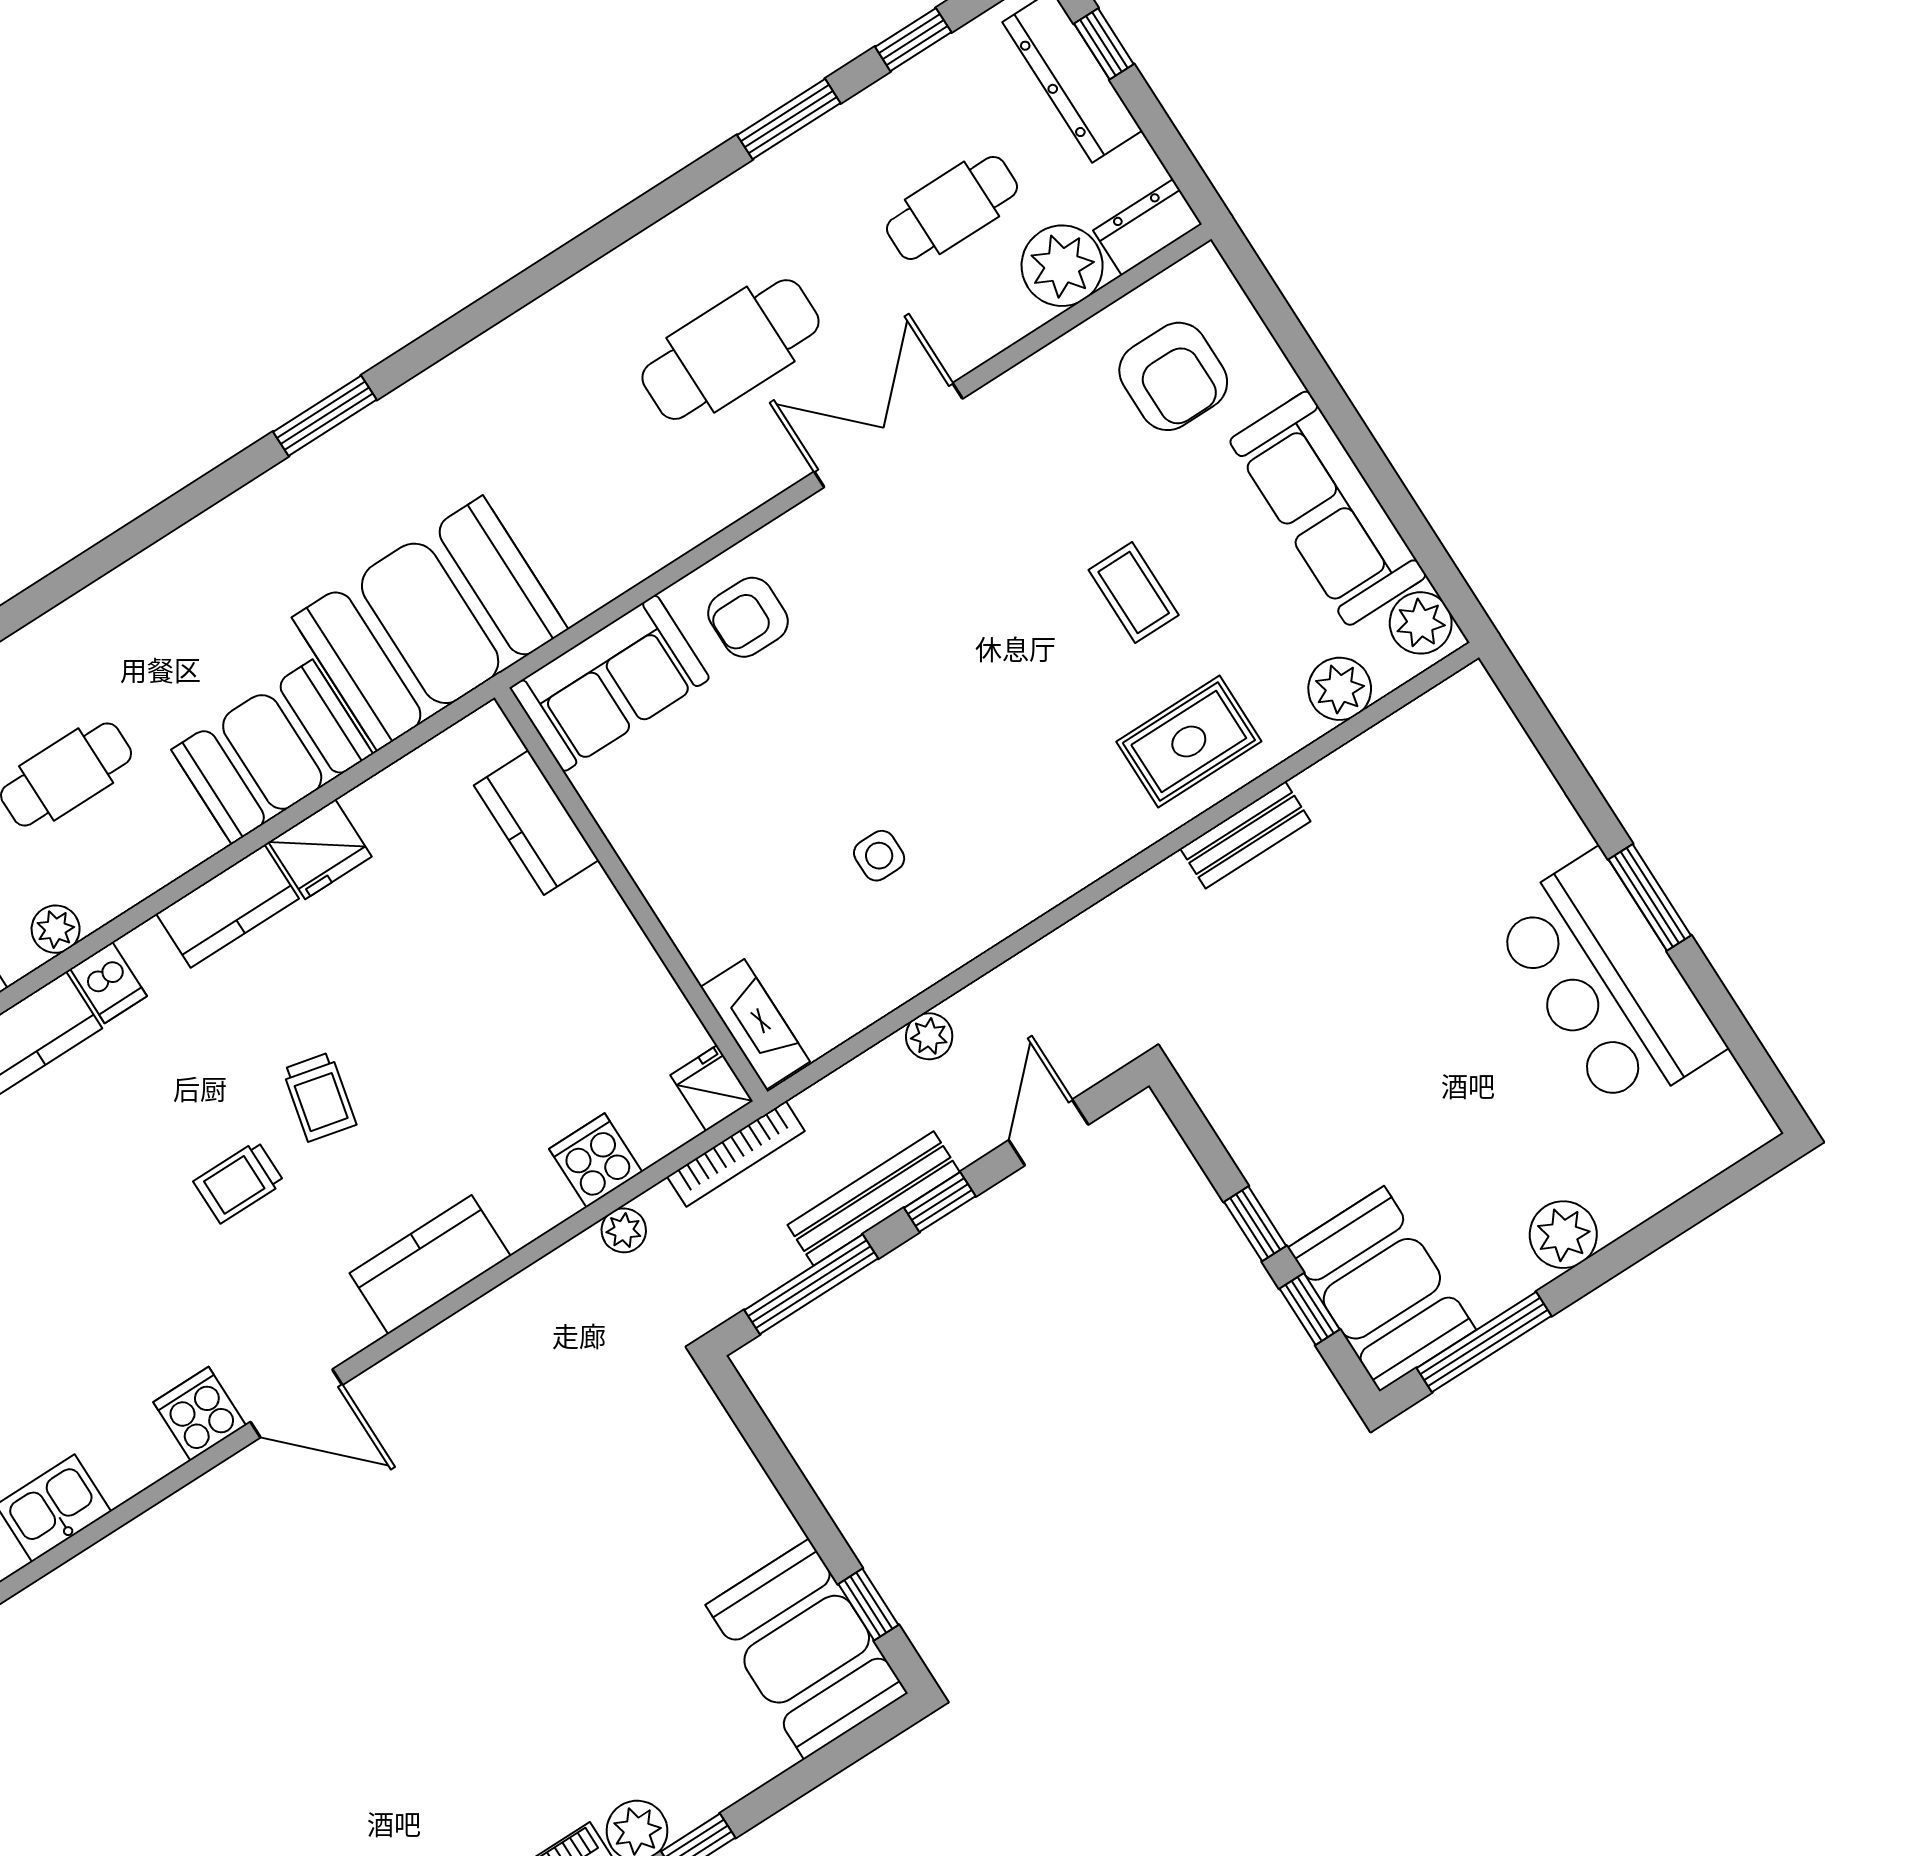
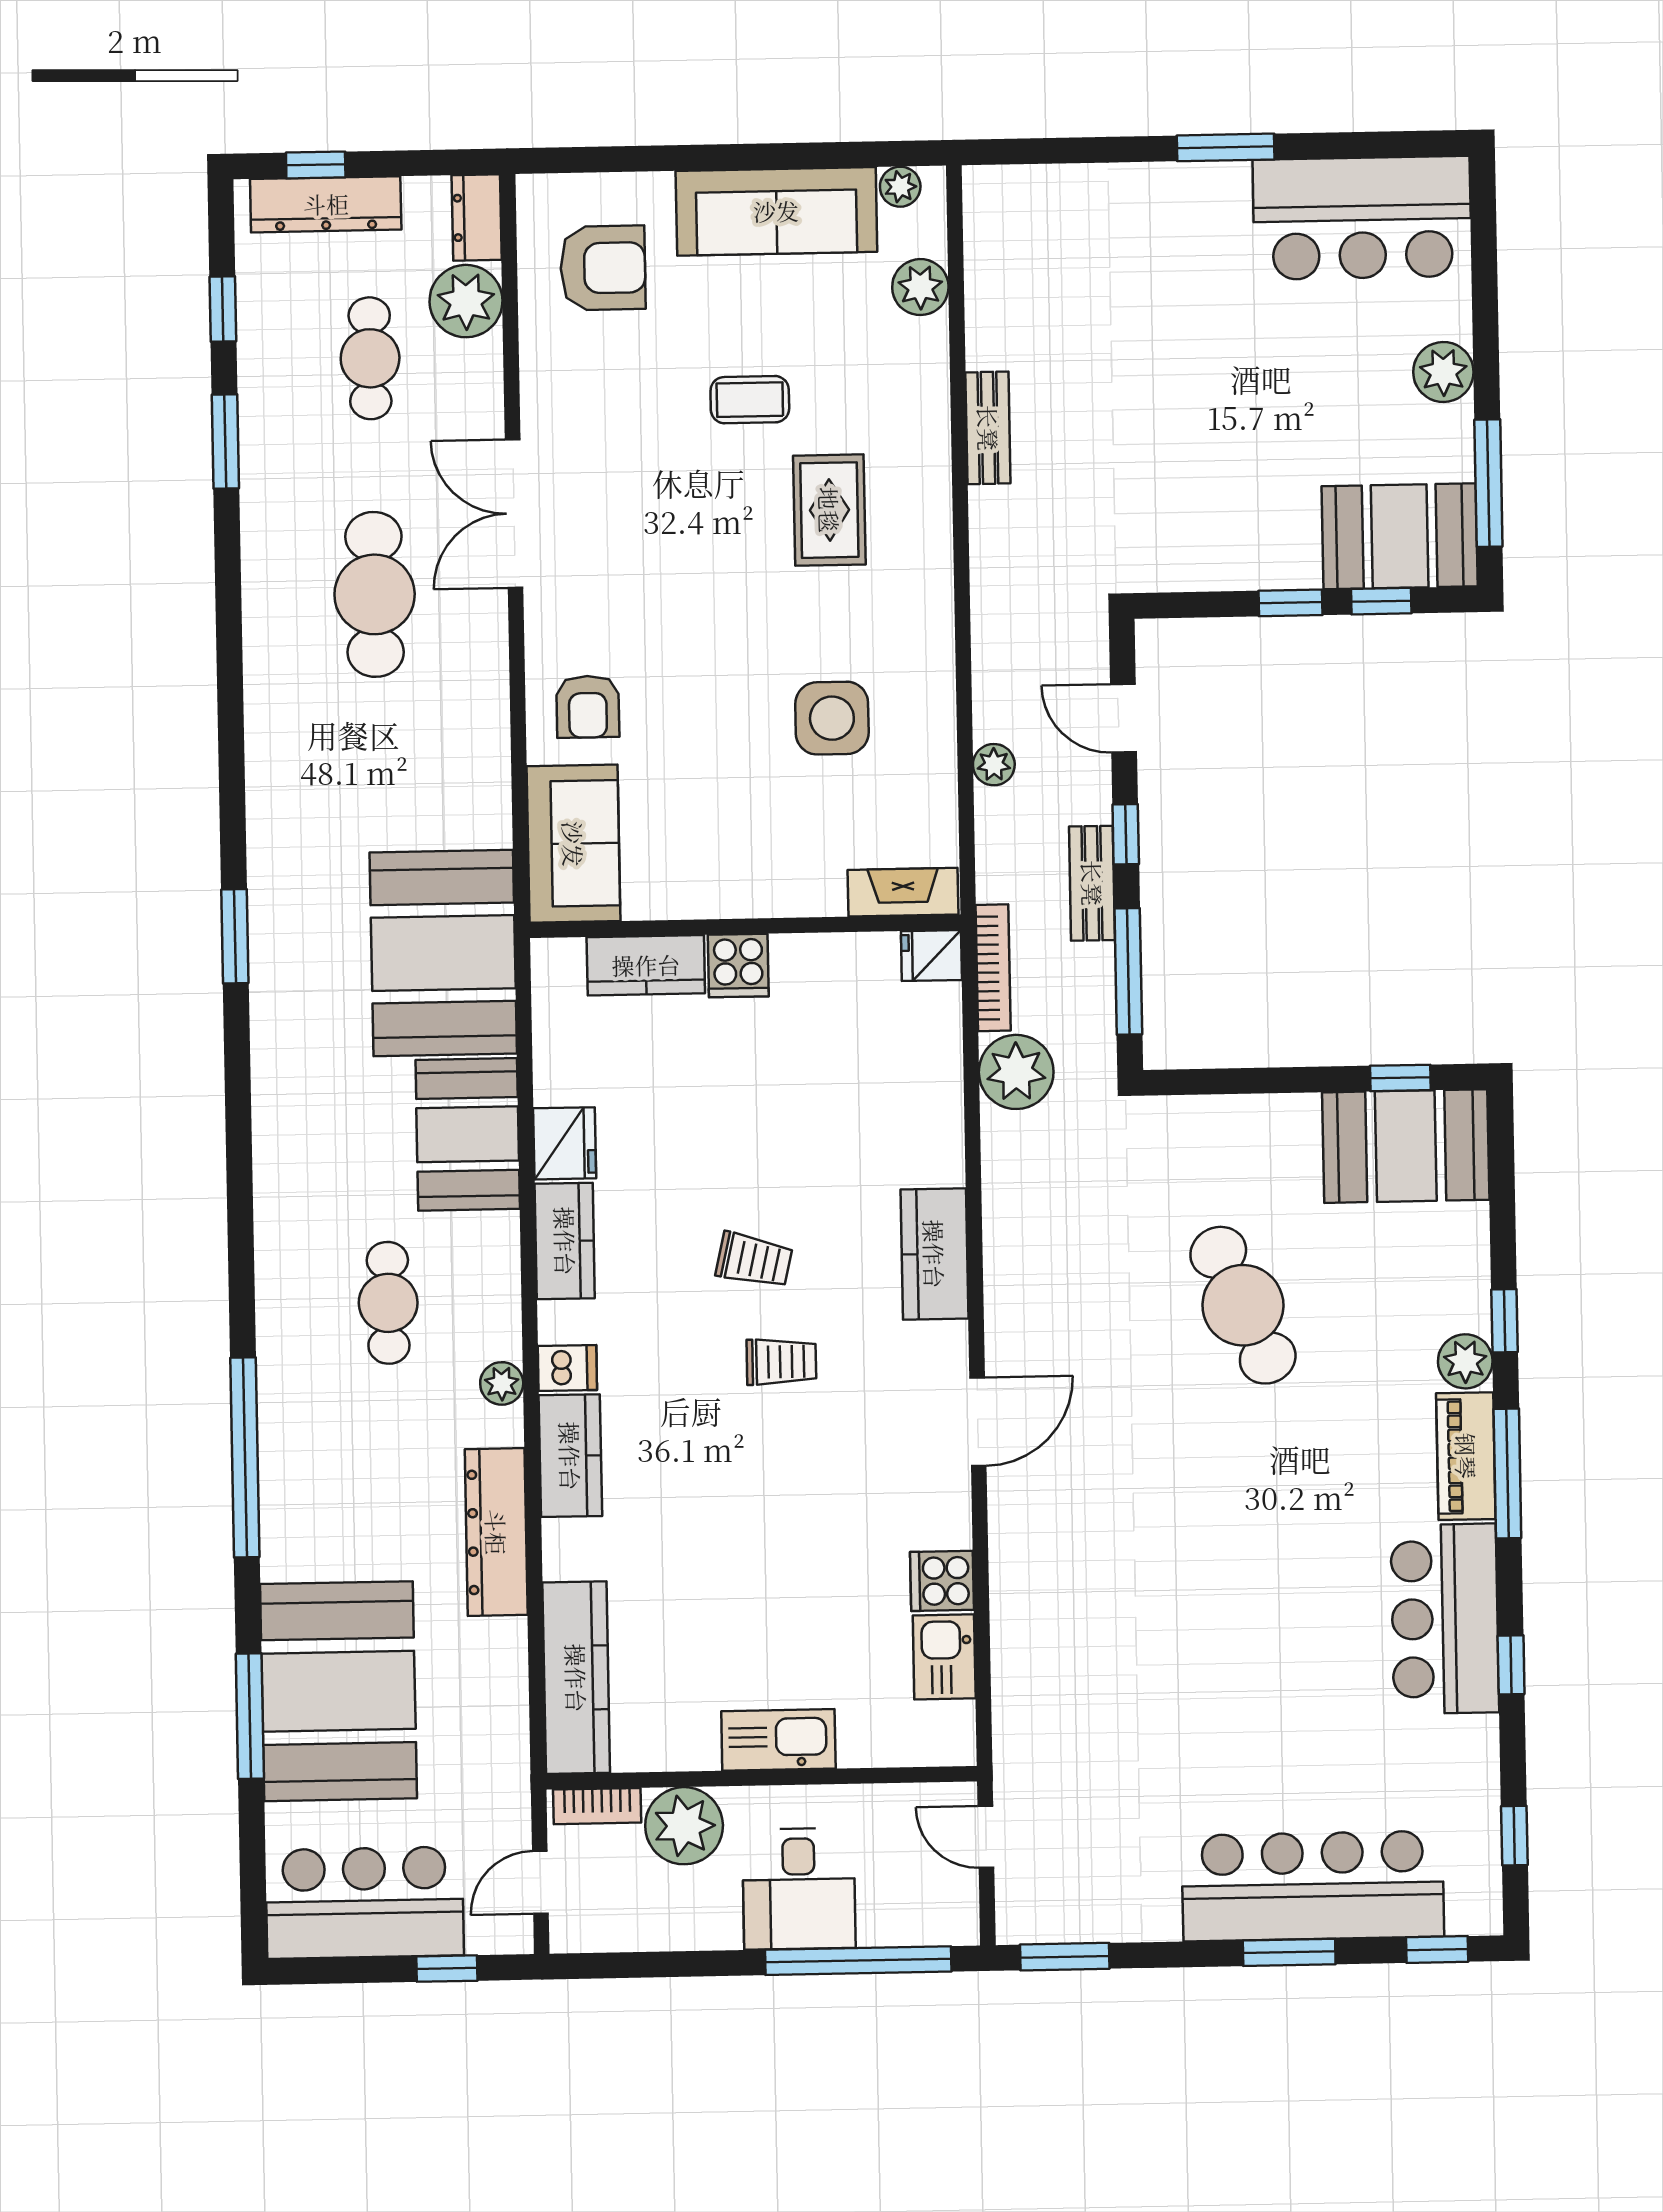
plant: (1421, 623) -> (900, 187), width x0.73, depth x0.73
rug: (1189, 741) -> (829, 510), moved
side table: (879, 856) -> (832, 718), width x1.87, depth x1.87
bar counter: (1608, 983) -> (1362, 218), moved
cooker: (596, 1160) -> (738, 966), moved, turned -90
trolley: (239, 1182) -> (781, 1362), turned -90
bench: (874, 1198) -> (1092, 883), width x0.73
plant: (624, 1230) -> (1016, 1072), width x1.87, depth x1.87
cooker: (200, 1414) -> (942, 1581), moved
cafe table: (561, 1587) -> (1243, 1305), added

